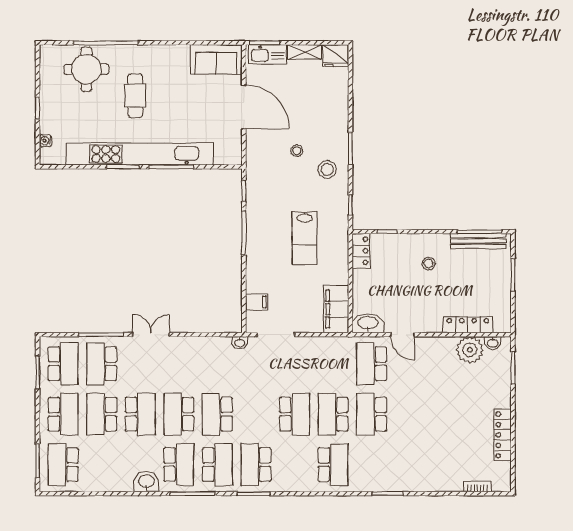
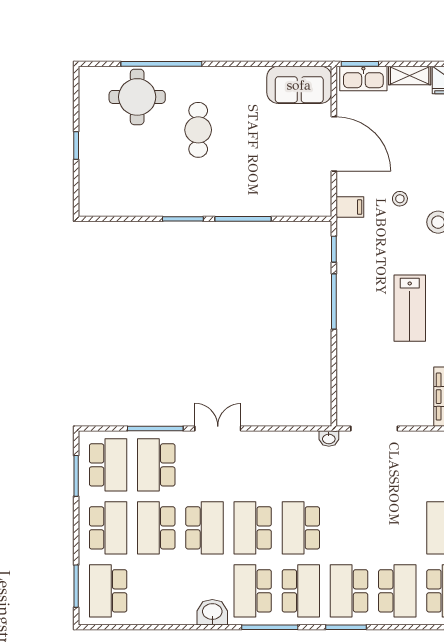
water cooler: (46, 141) -> (86, 186), removed
kitchen unit: (140, 154) -> (204, 203), removed
filing cabinet: (257, 302) -> (350, 207), moved
school desk: (295, 414) -> (397, 591), moved
school desk: (179, 465) -> (253, 591), turned 180

